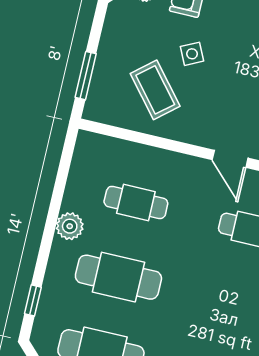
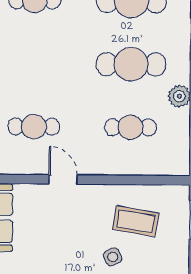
coffee table: (155, 90) -> (136, 221), turned -40

